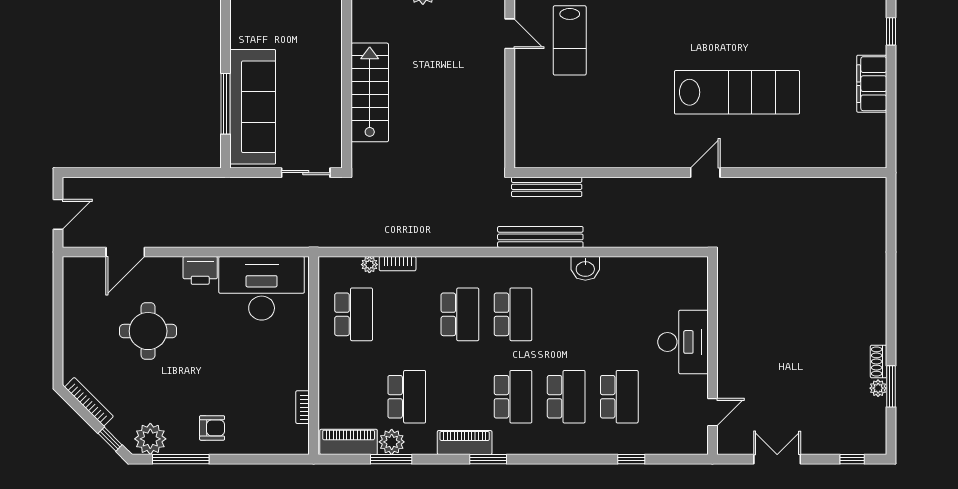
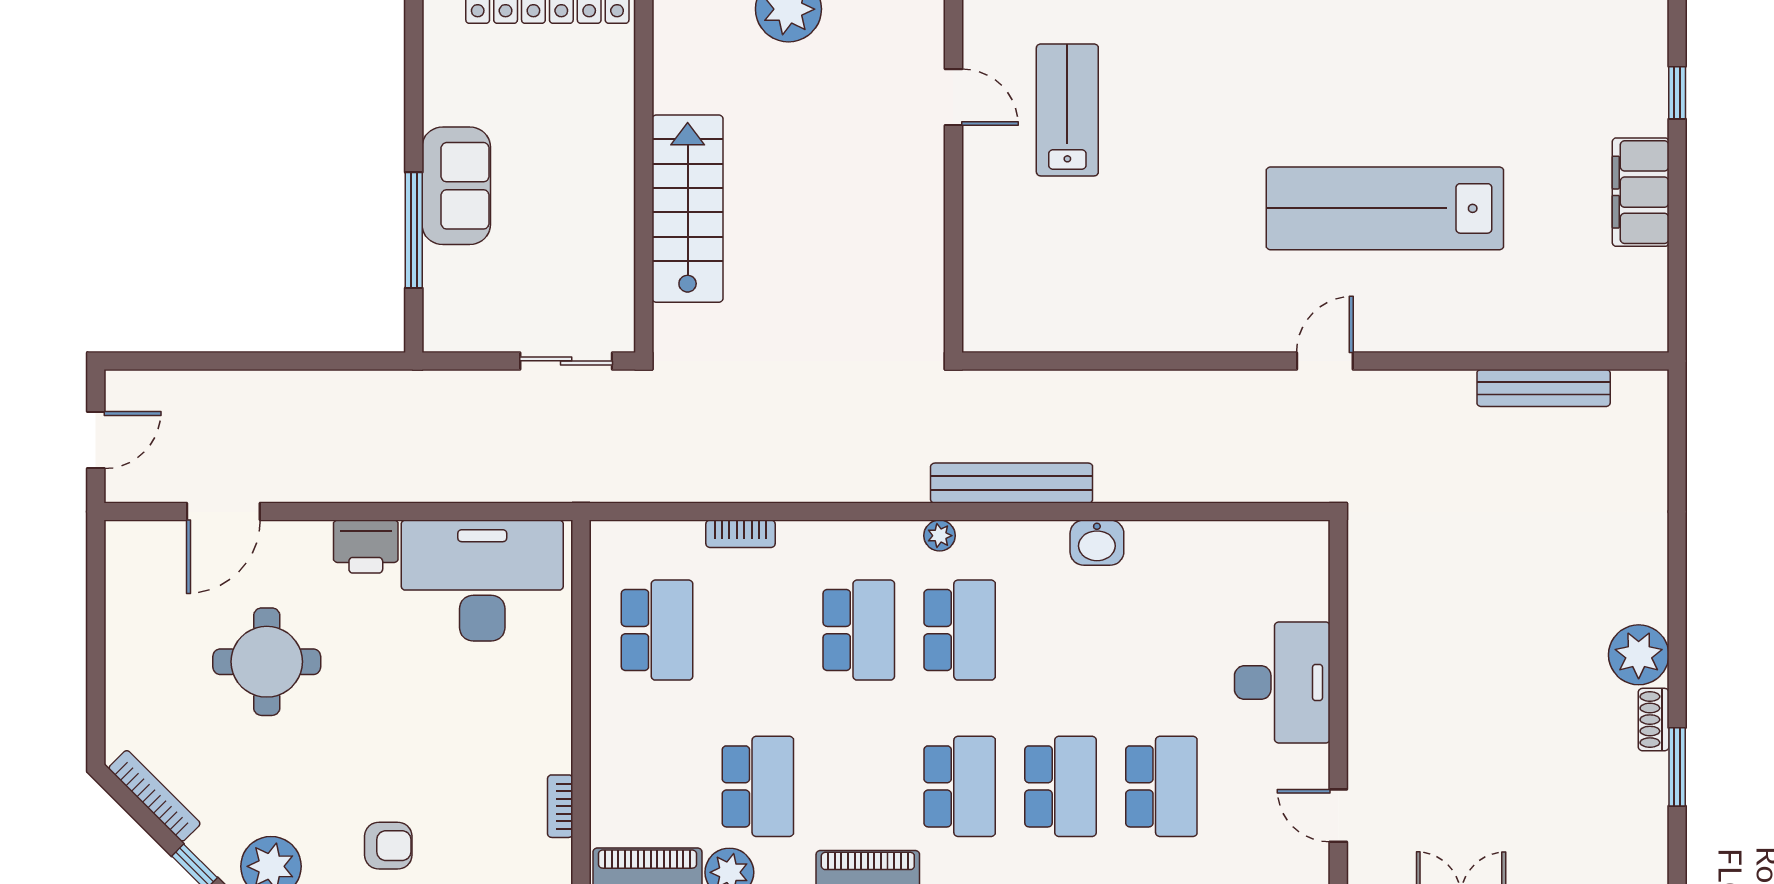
lab bench: (570, 40) -> (1067, 110), turned 180
lab bench: (737, 92) -> (1385, 208), turned 180
sofa: (253, 107) -> (456, 186), width x0.54, depth x0.79
bench: (547, 187) -> (1544, 388), moved
plant: (369, 265) -> (940, 536), moved
plant: (878, 388) -> (1639, 655), moved, width x1.88, depth x1.88
door: (712, 412) -> (1338, 816), swing flipped

